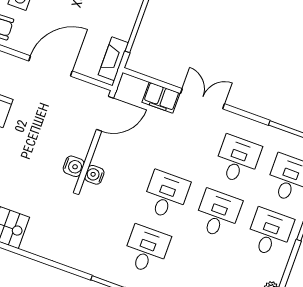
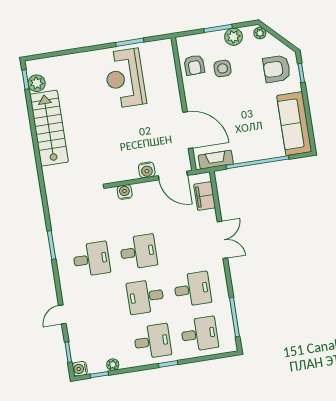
door: (51, 66) -> (188, 130), moved
filing cabinet: (161, 98) -> (205, 196), moved
water cooler: (74, 166) -> (147, 170), moved
desk: (218, 214) -> (145, 297), turned 180

